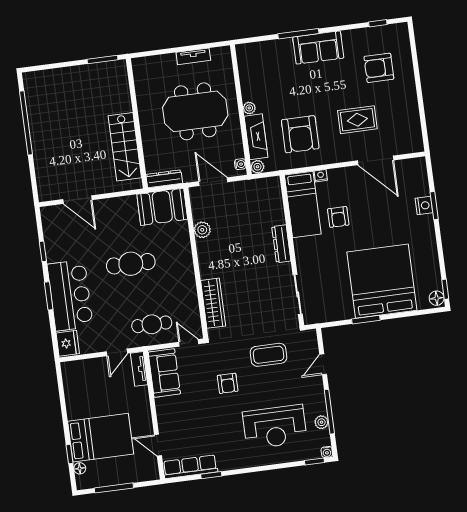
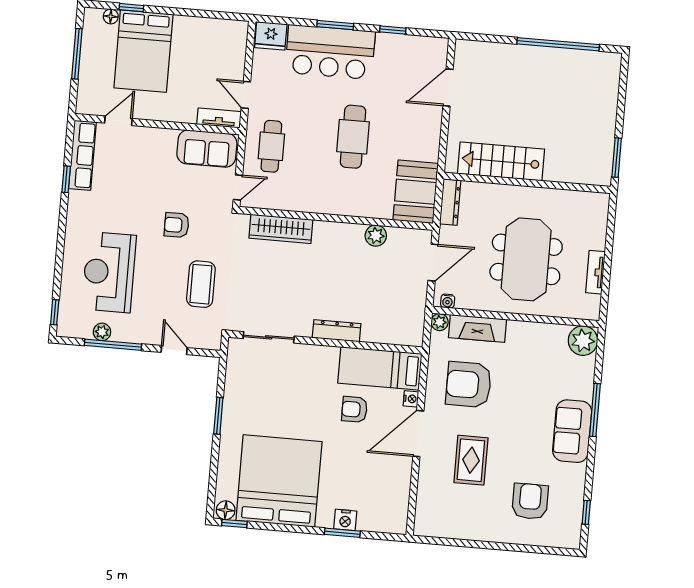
plant: (249, 108) -> (583, 341), moved, width x1.88, depth x1.88
door: (376, 160) -> (418, 434), moved
bed: (382, 281) -> (279, 481), moved, turned -90
water cooler: (327, 452) -> (63, 330), removed

